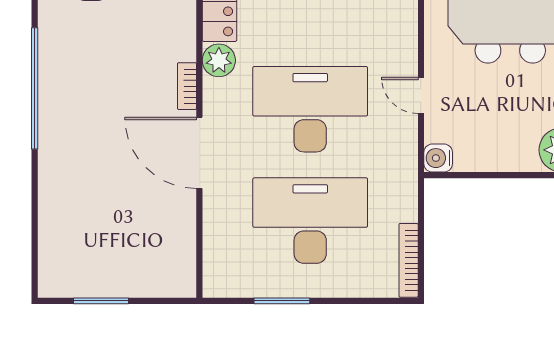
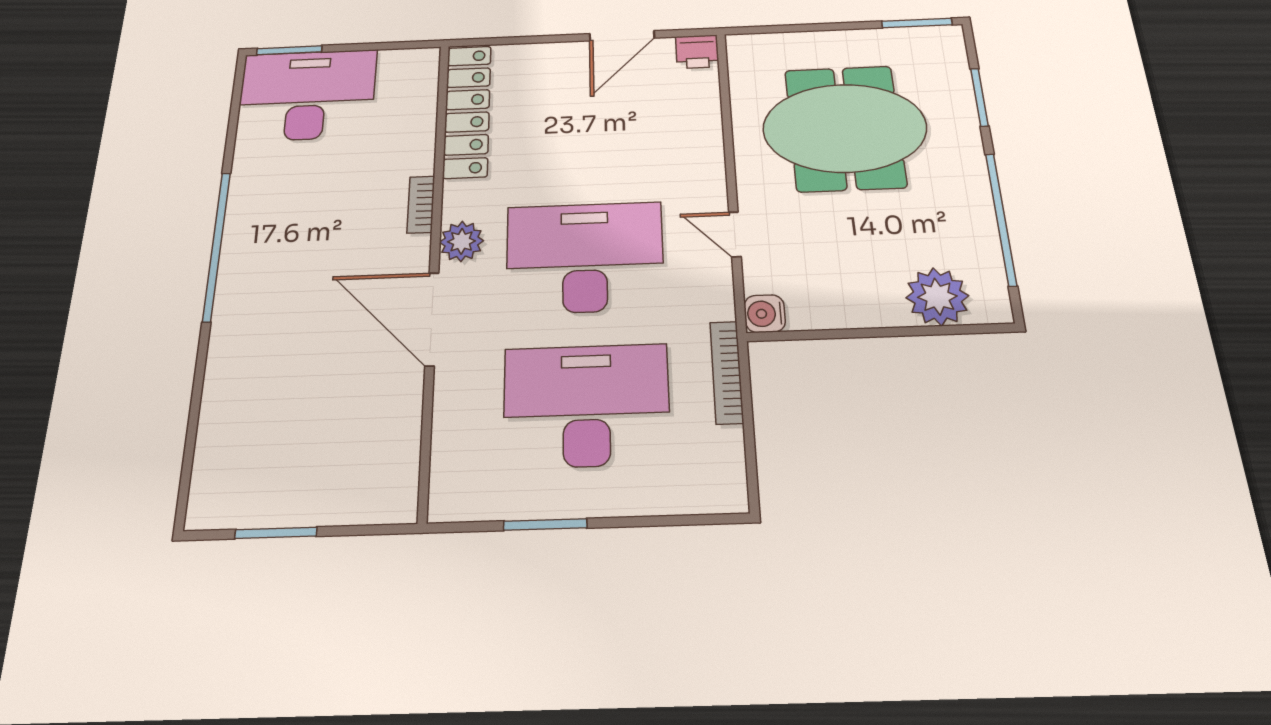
plant: (219, 60) -> (462, 241), moved
bookcase: (187, 86) -> (421, 205), moved
bookcase: (409, 260) -> (727, 372), moved

